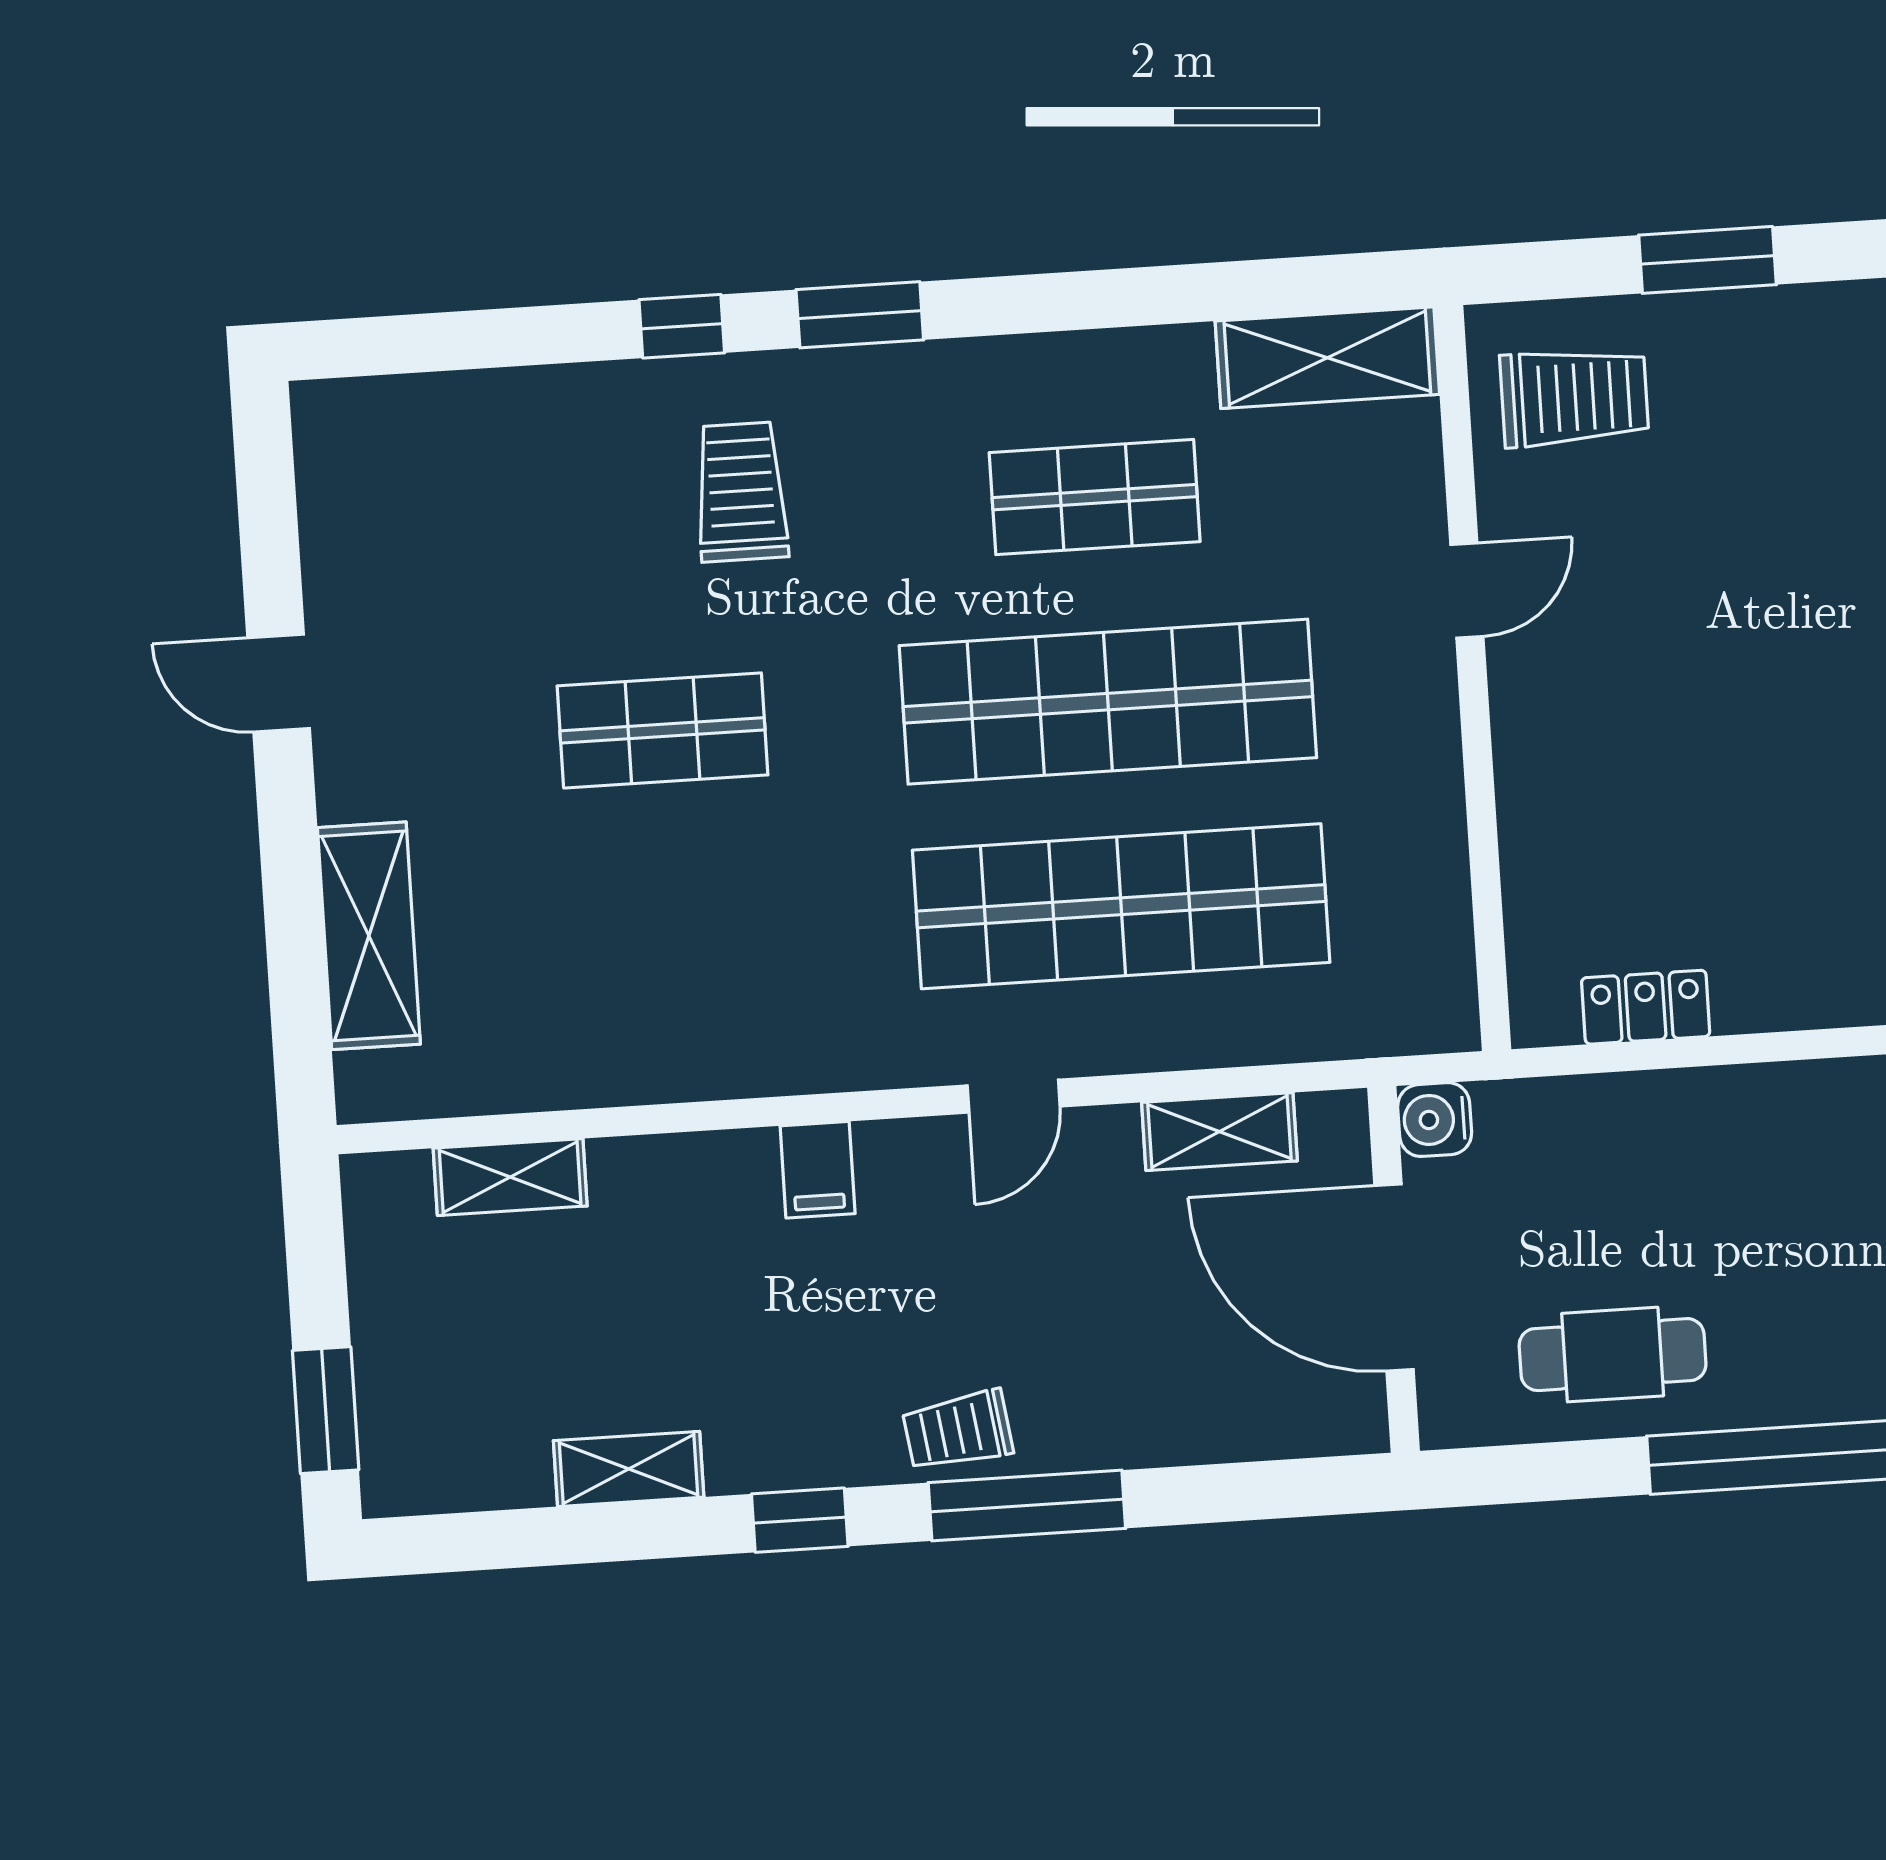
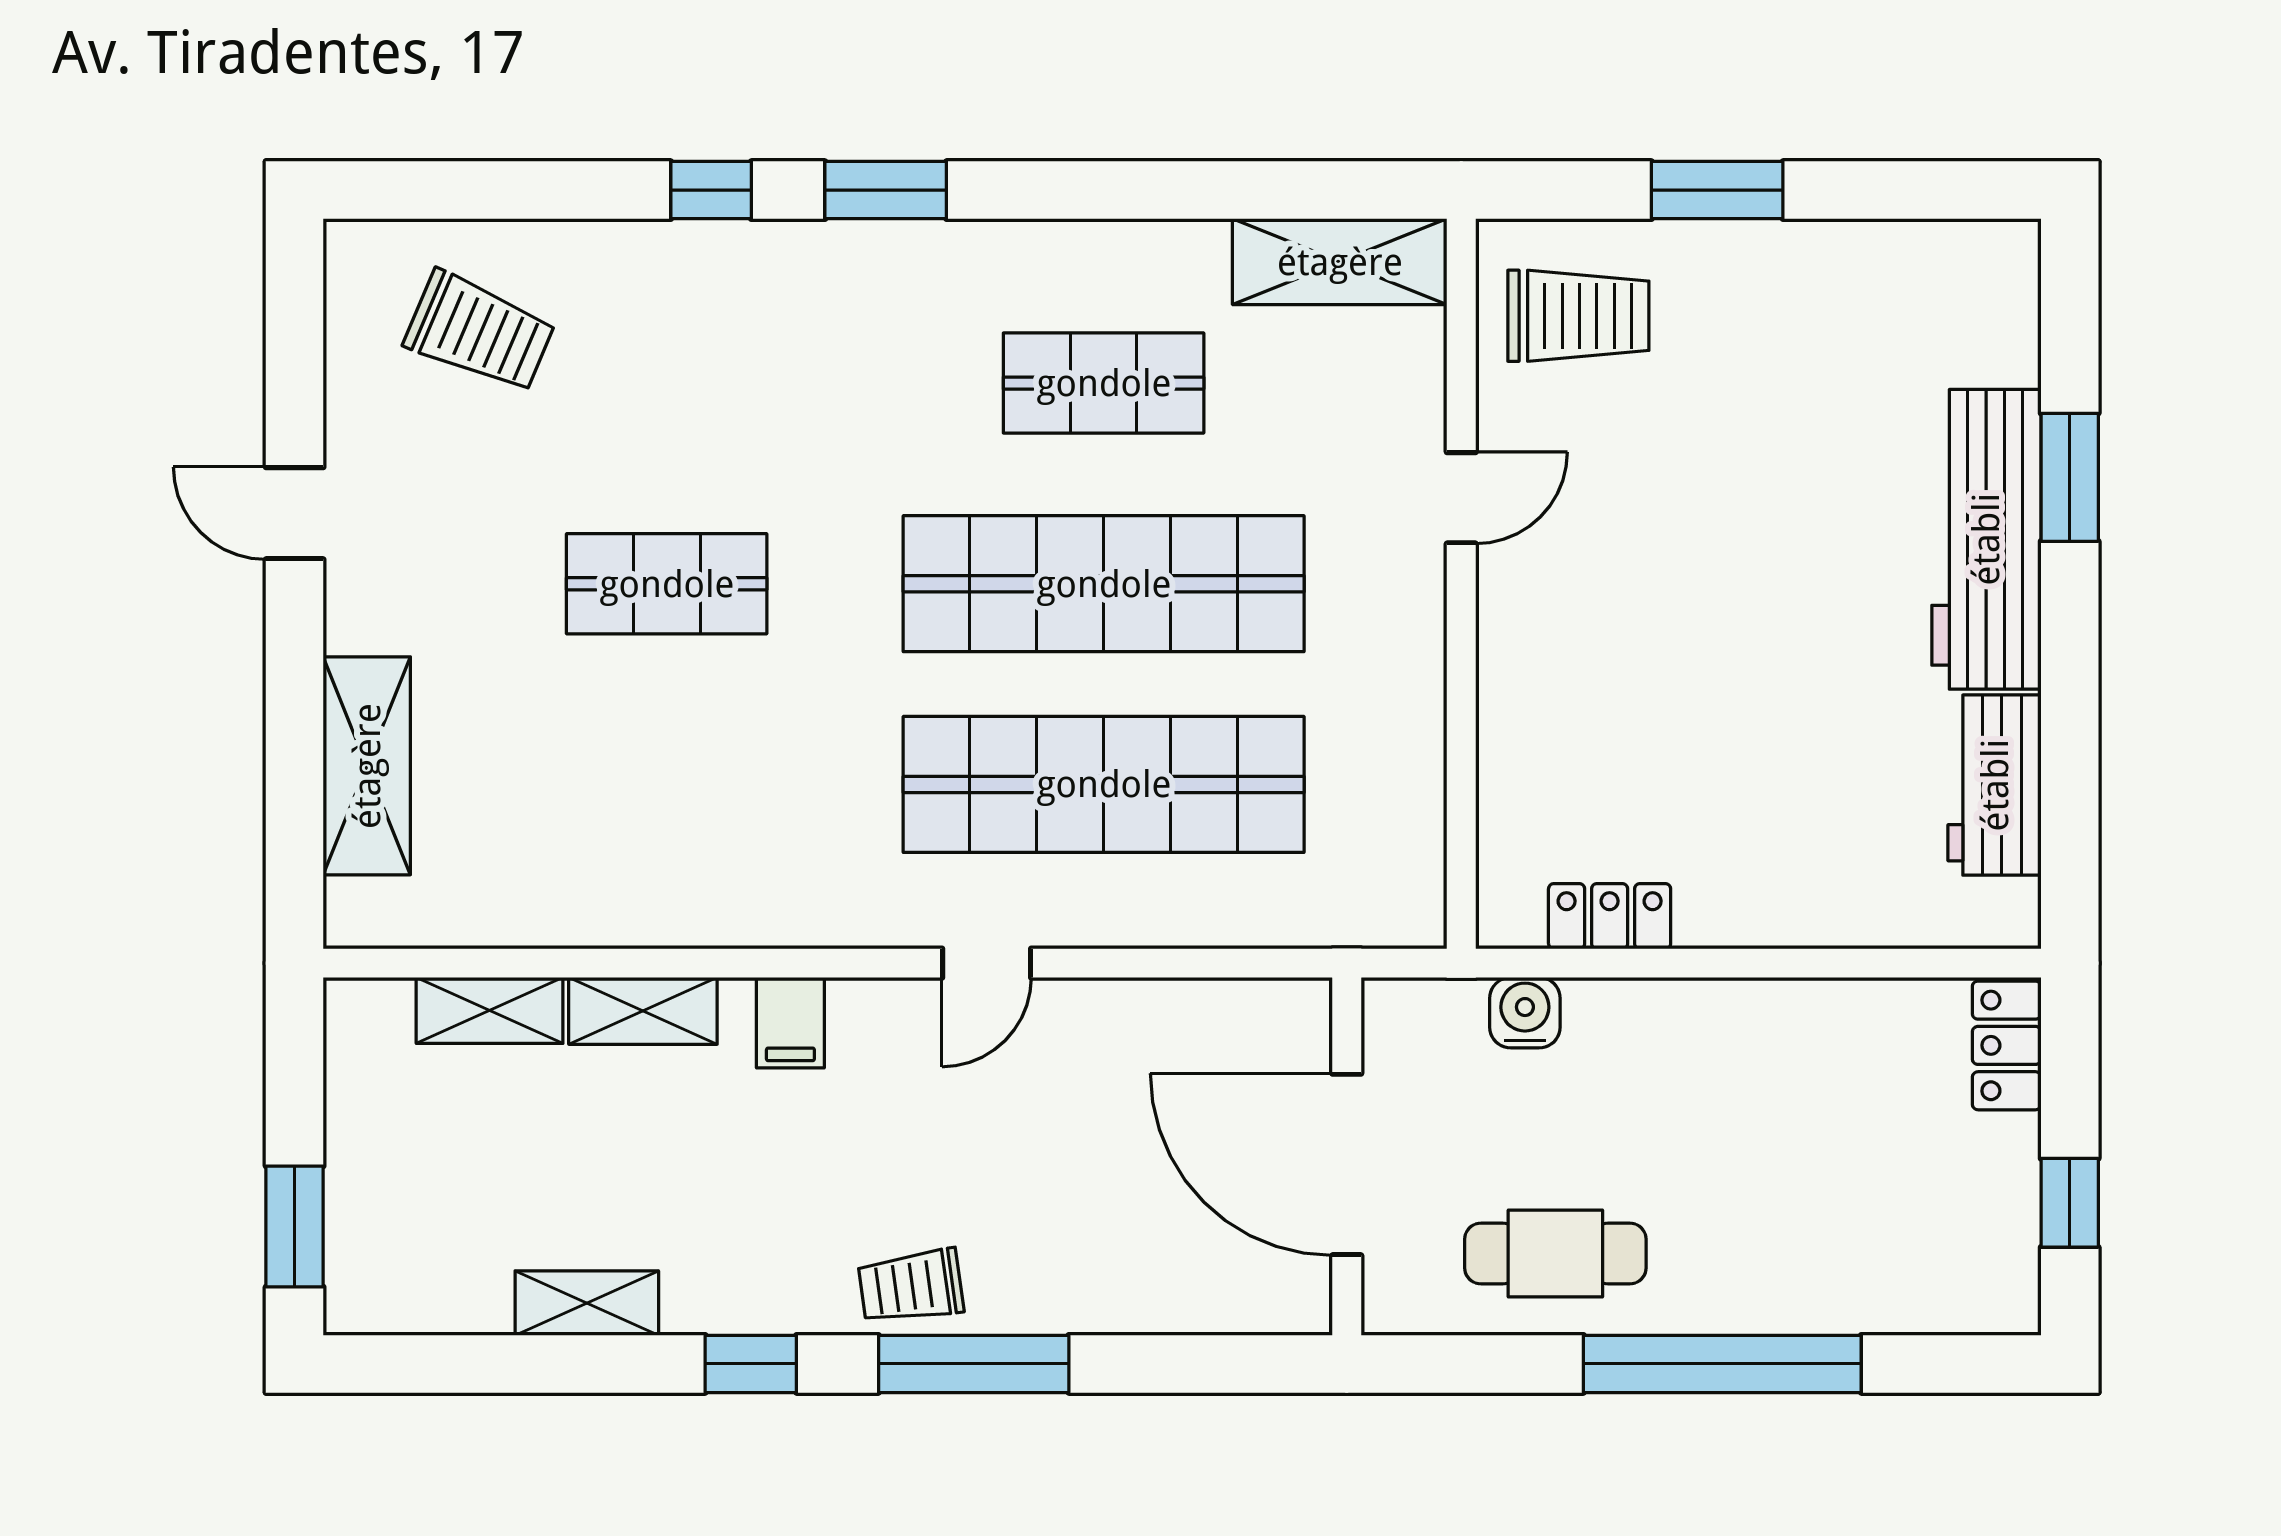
trolley: (741, 492) -> (480, 332), moved, turned 113
water cooler: (1435, 1120) -> (1525, 1013), moved, turned 90
shelving: (1219, 1132) -> (643, 1011), moved

